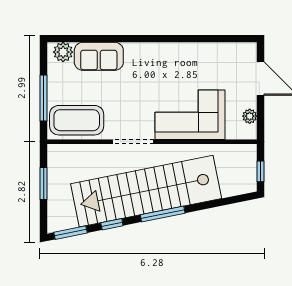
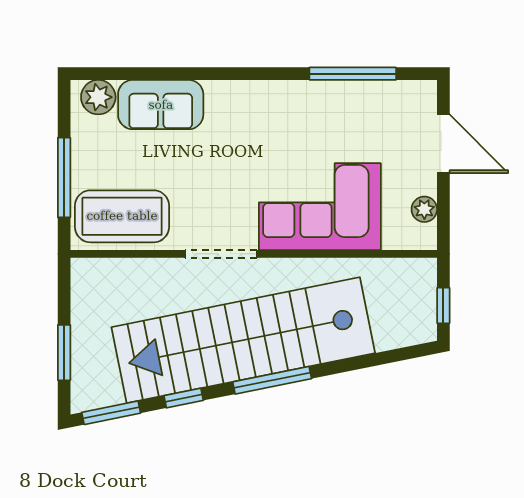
window: (209, 39) -> (353, 74), added
window: (44, 183) -> (64, 353), moved

